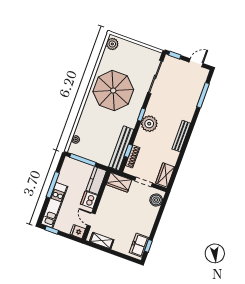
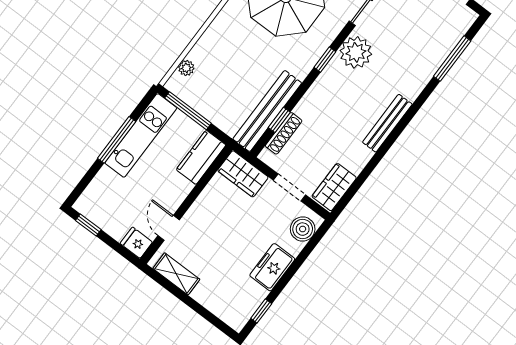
plant: (149, 124) -> (356, 52), moved
dishwasher: (89, 200) -> (176, 189), removed
kitchen unit: (54, 205) -> (141, 135), moved
freezer: (139, 245) -> (272, 267), moved

